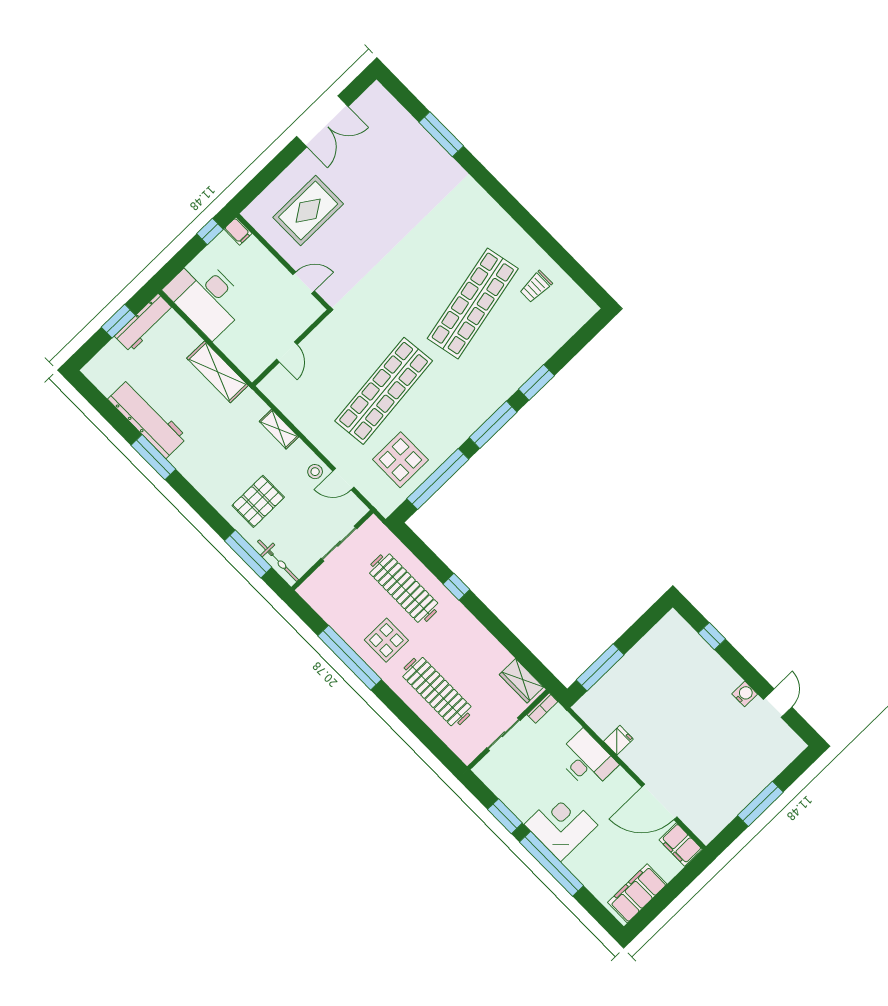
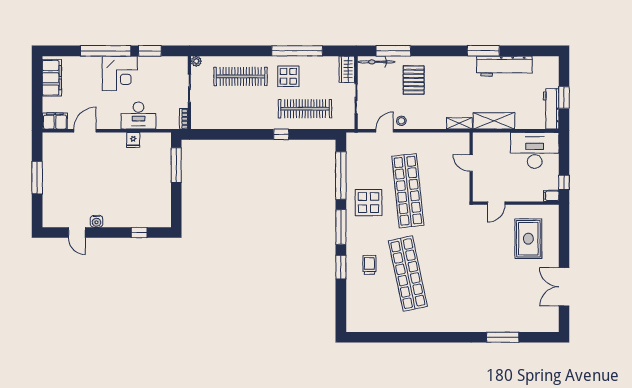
trolley: (536, 287) -> (369, 265), moved
shelving: (279, 429) -> (459, 123), moved
display table: (400, 460) -> (369, 203), moved
wardrobe: (521, 681) -> (347, 69), moved, turned -90
plant: (467, 755) -> (196, 61), added
door: (659, 802) -> (85, 131), width x0.73

